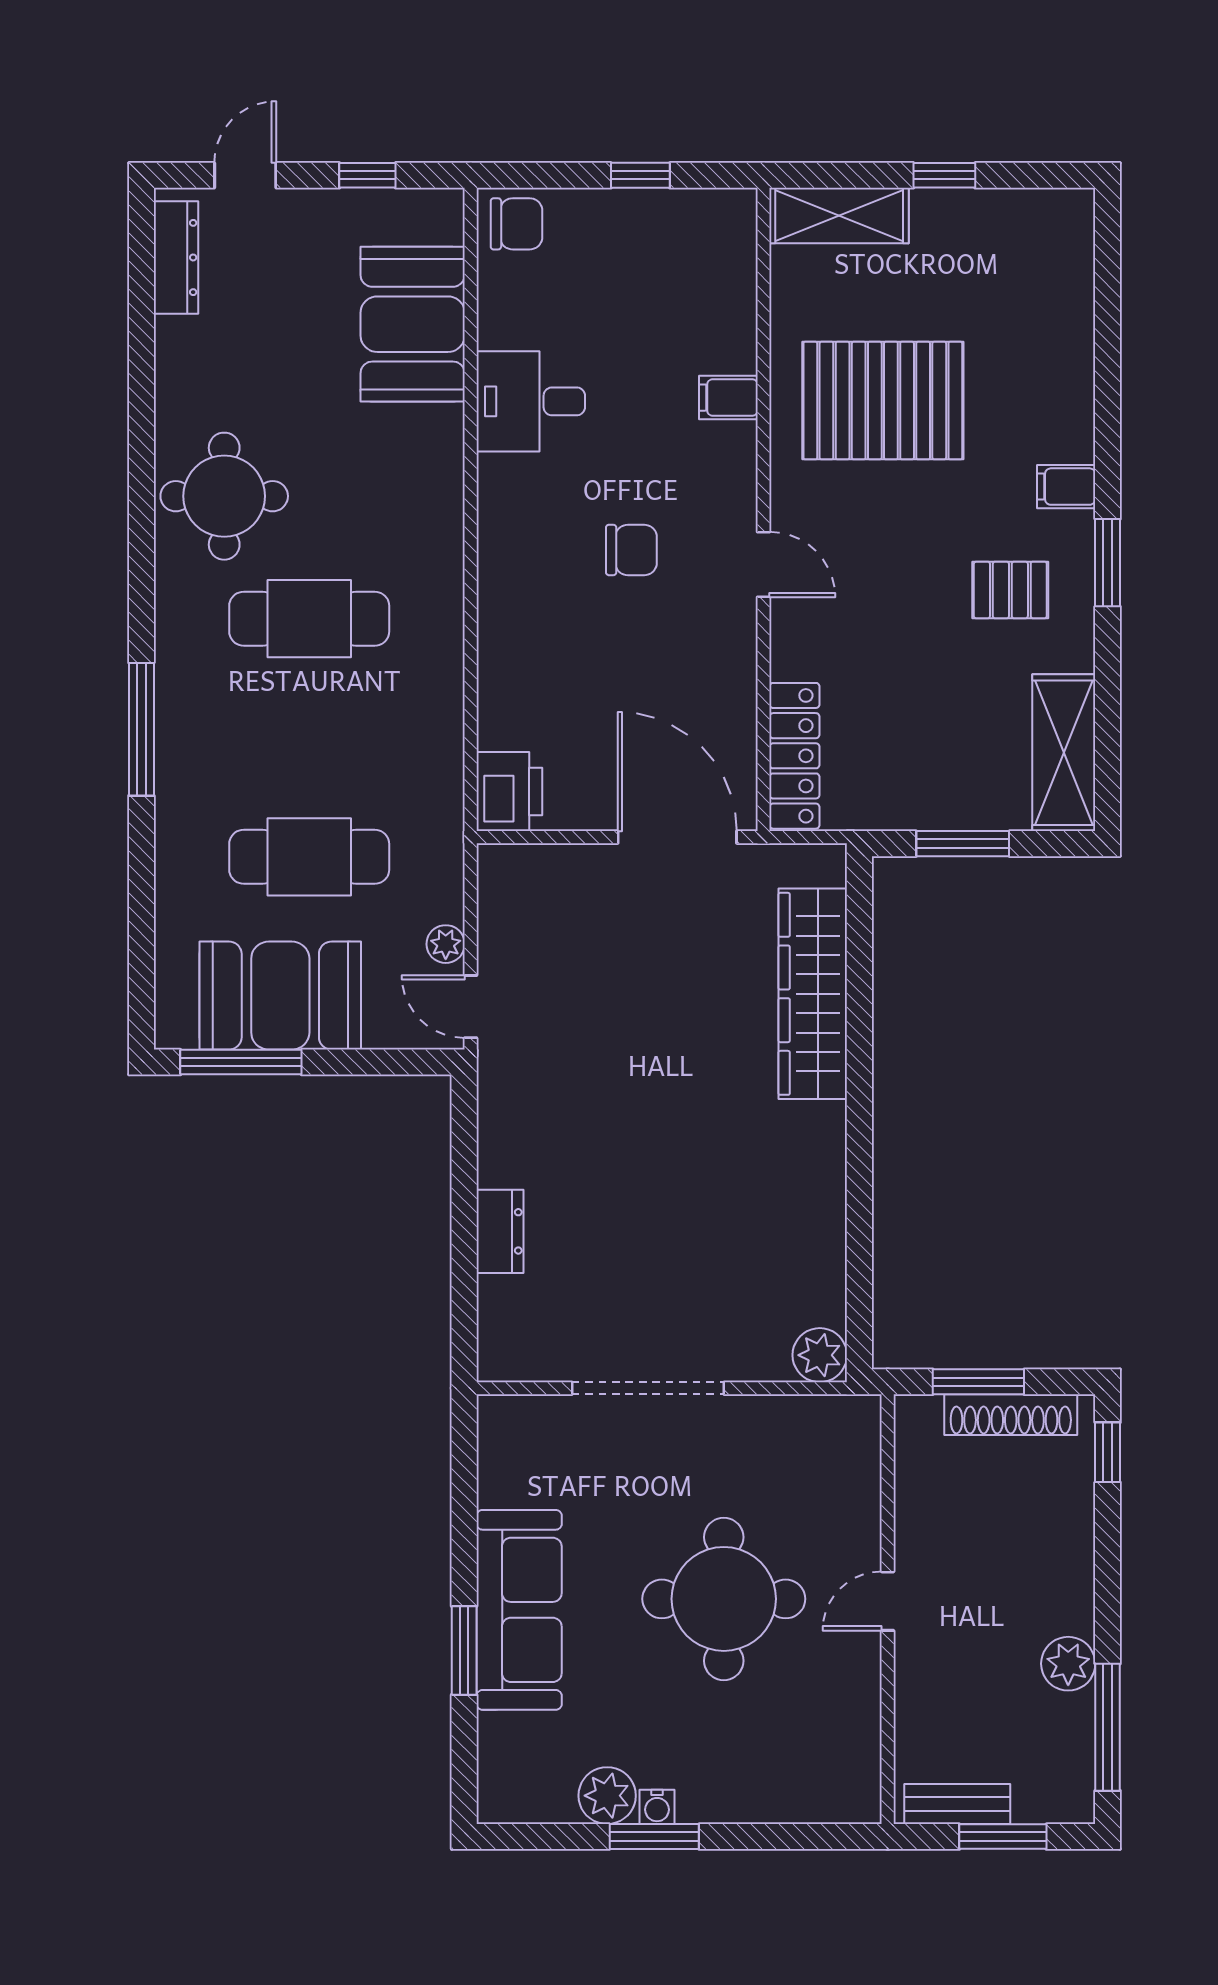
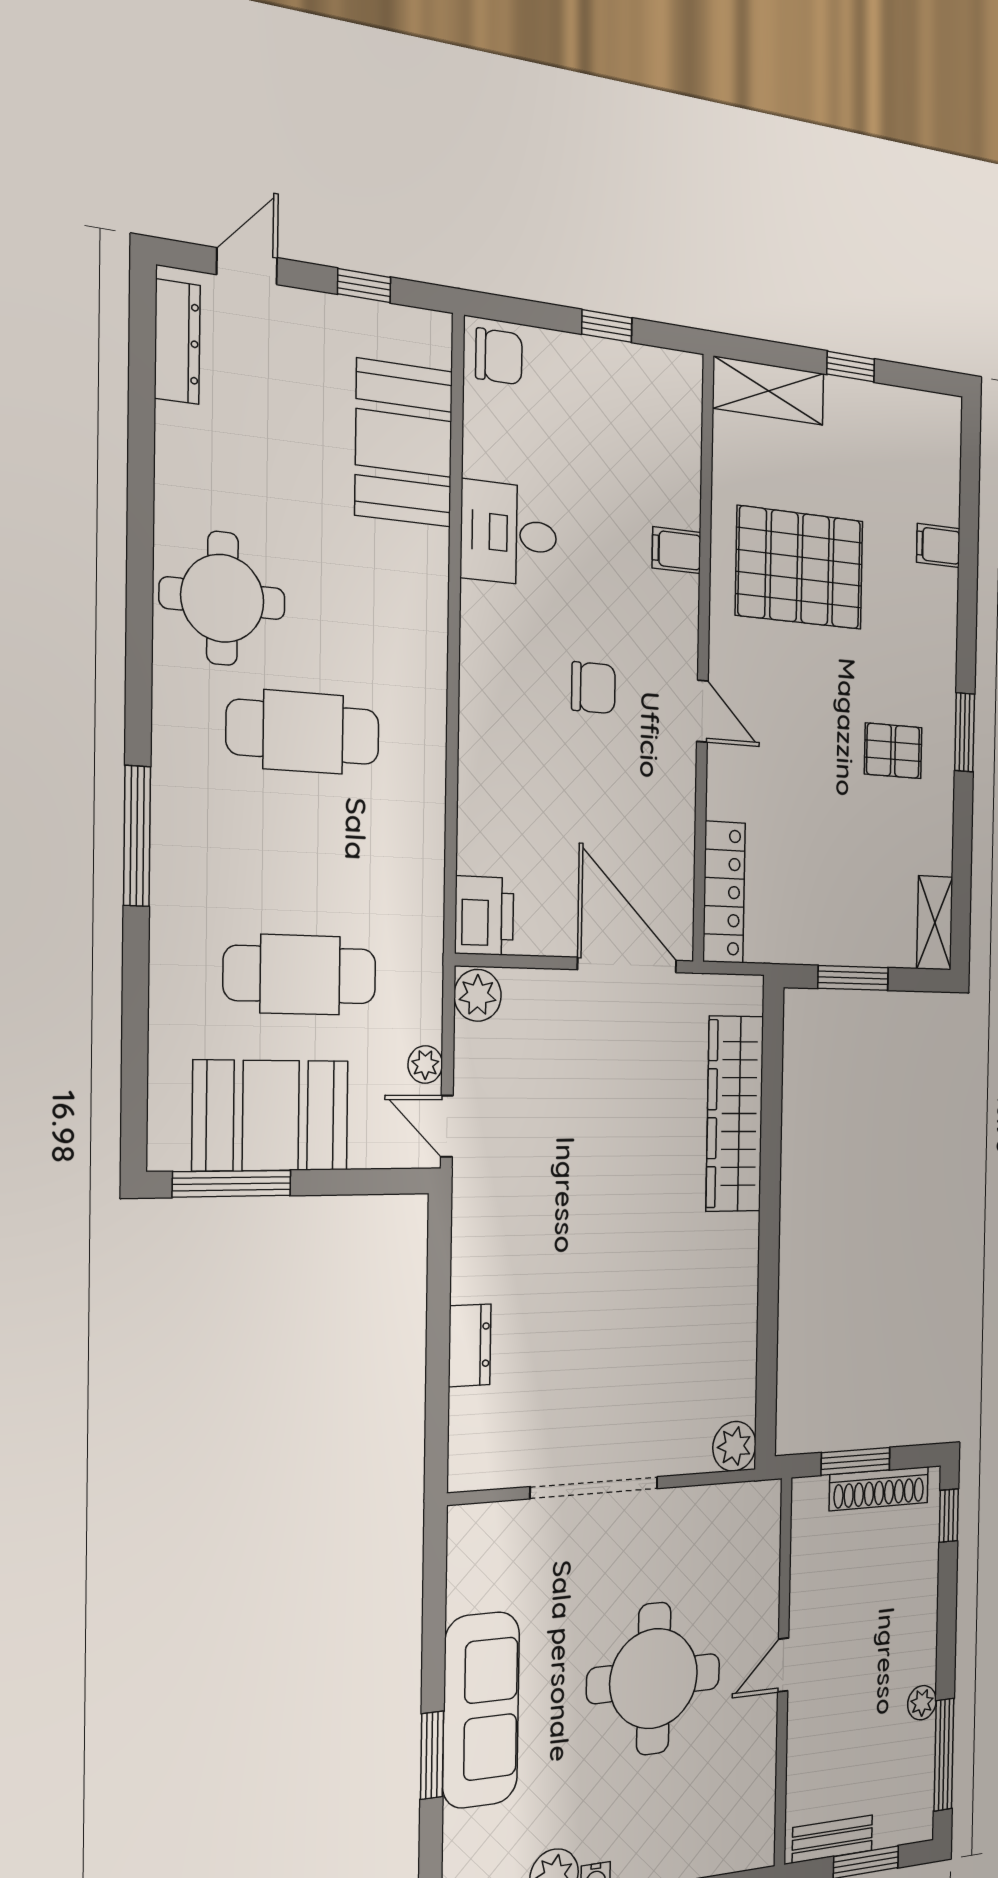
filing cabinet: (1066, 487) -> (938, 545), moved
shelving: (1064, 753) -> (935, 923), width x0.67, depth x0.75
plant: (503, 873) -> (478, 995), added
plant: (1068, 1664) -> (922, 1703), width x0.73, depth x0.73

